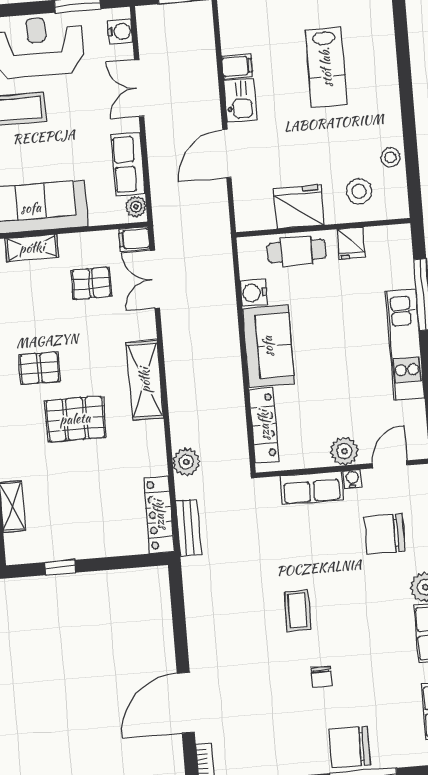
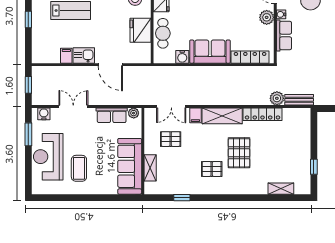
double door: (139, 88) -> (73, 107), swing flipped
filing cabinet: (134, 239) -> (195, 115), moved
pallet: (91, 283) -> (171, 139), turned 90
pallet: (39, 368) -> (212, 169), turned 90
plant: (186, 462) -> (277, 98), moved
locker: (159, 515) -> (262, 114), moved

